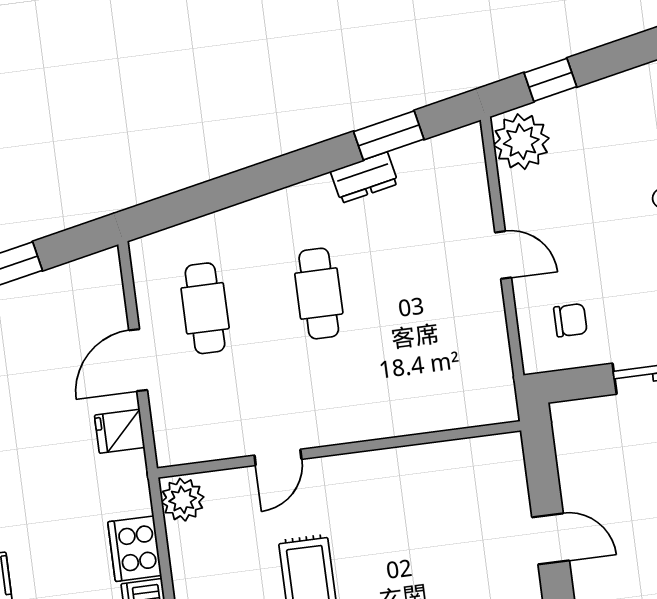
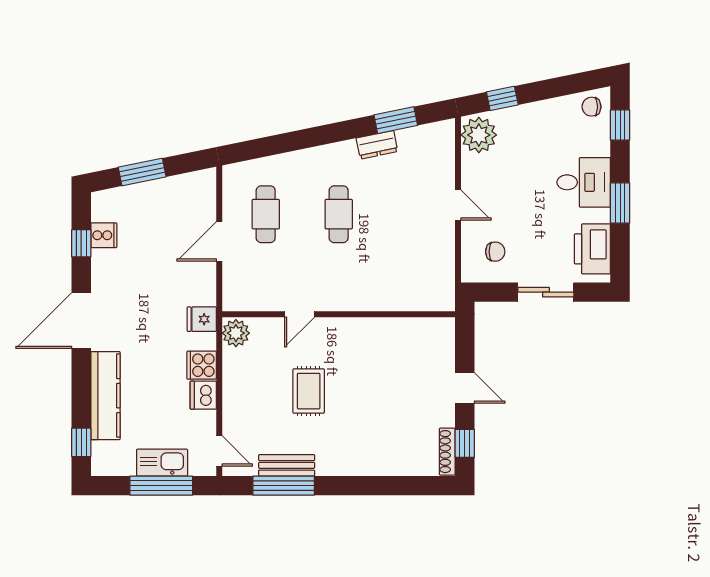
fridge: (120, 431) -> (202, 319), moved
cooker: (135, 549) -> (202, 365), width x0.73

